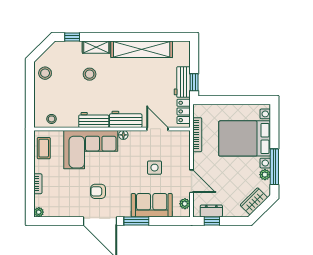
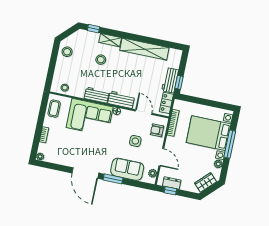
window: (274, 167) -> (230, 144), moved
armchair: (98, 191) -> (157, 130), moved

